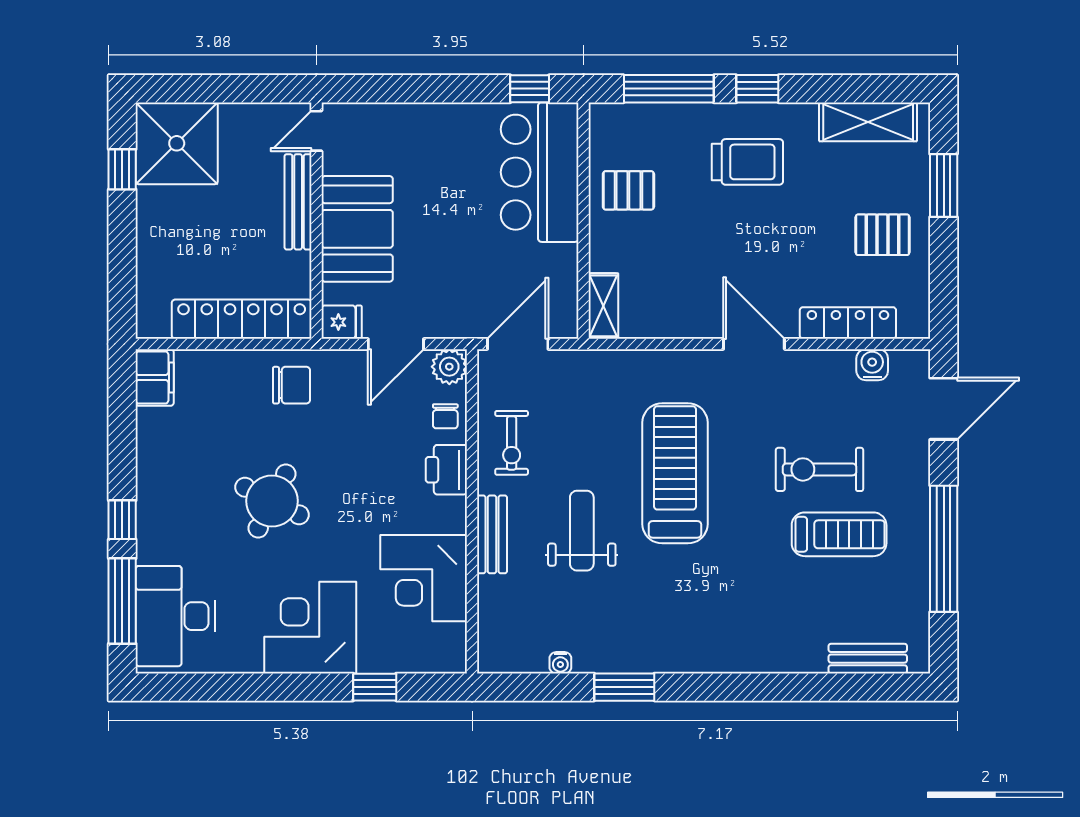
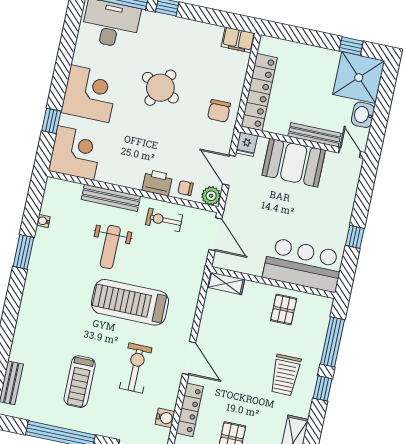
window: (530, 89) -> (355, 237), moved
washbasin: (243, 121) -> (363, 115), added
door: (754, 344) -> (189, 358), hinge flipped
exercise bike: (819, 469) -> (136, 368), moved
treadmill: (675, 473) -> (130, 302), turned 180
weight bench: (582, 531) -> (110, 247), turned 90
bench: (492, 534) -> (111, 198), width x1.36
corner desk: (424, 578) -> (76, 153), moved, turned 90

